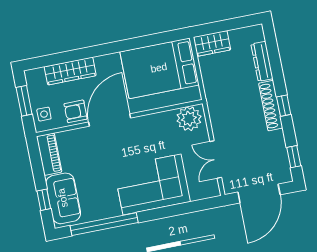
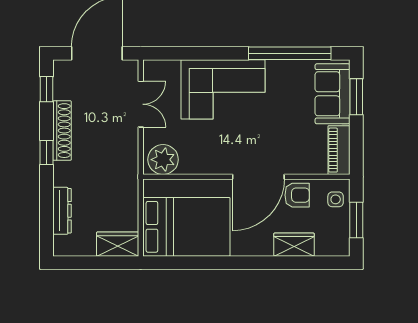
wardrobe: (70, 71) -> (294, 245), width x0.67
shoe rack: (271, 106) -> (62, 131), moved
window: (44, 200) -> (356, 97), width x1.50

